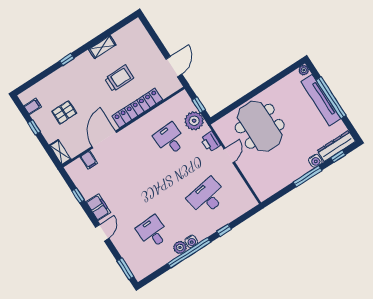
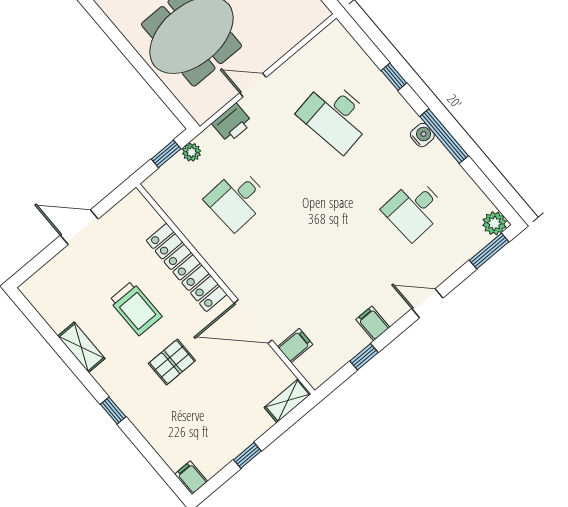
door: (174, 67) -> (79, 227), moved
trolley: (119, 78) -> (136, 308), turned 180
filing cabinet: (33, 106) -> (191, 478), moved
pallet: (64, 112) -> (172, 362), moved, turned 90
plant: (194, 121) -> (192, 152), width x0.53, depth x0.53
filing cabinet: (98, 207) -> (373, 323), width x0.50
plant: (180, 247) -> (494, 223), moved
window: (189, 253) -> (444, 136), width x0.68

